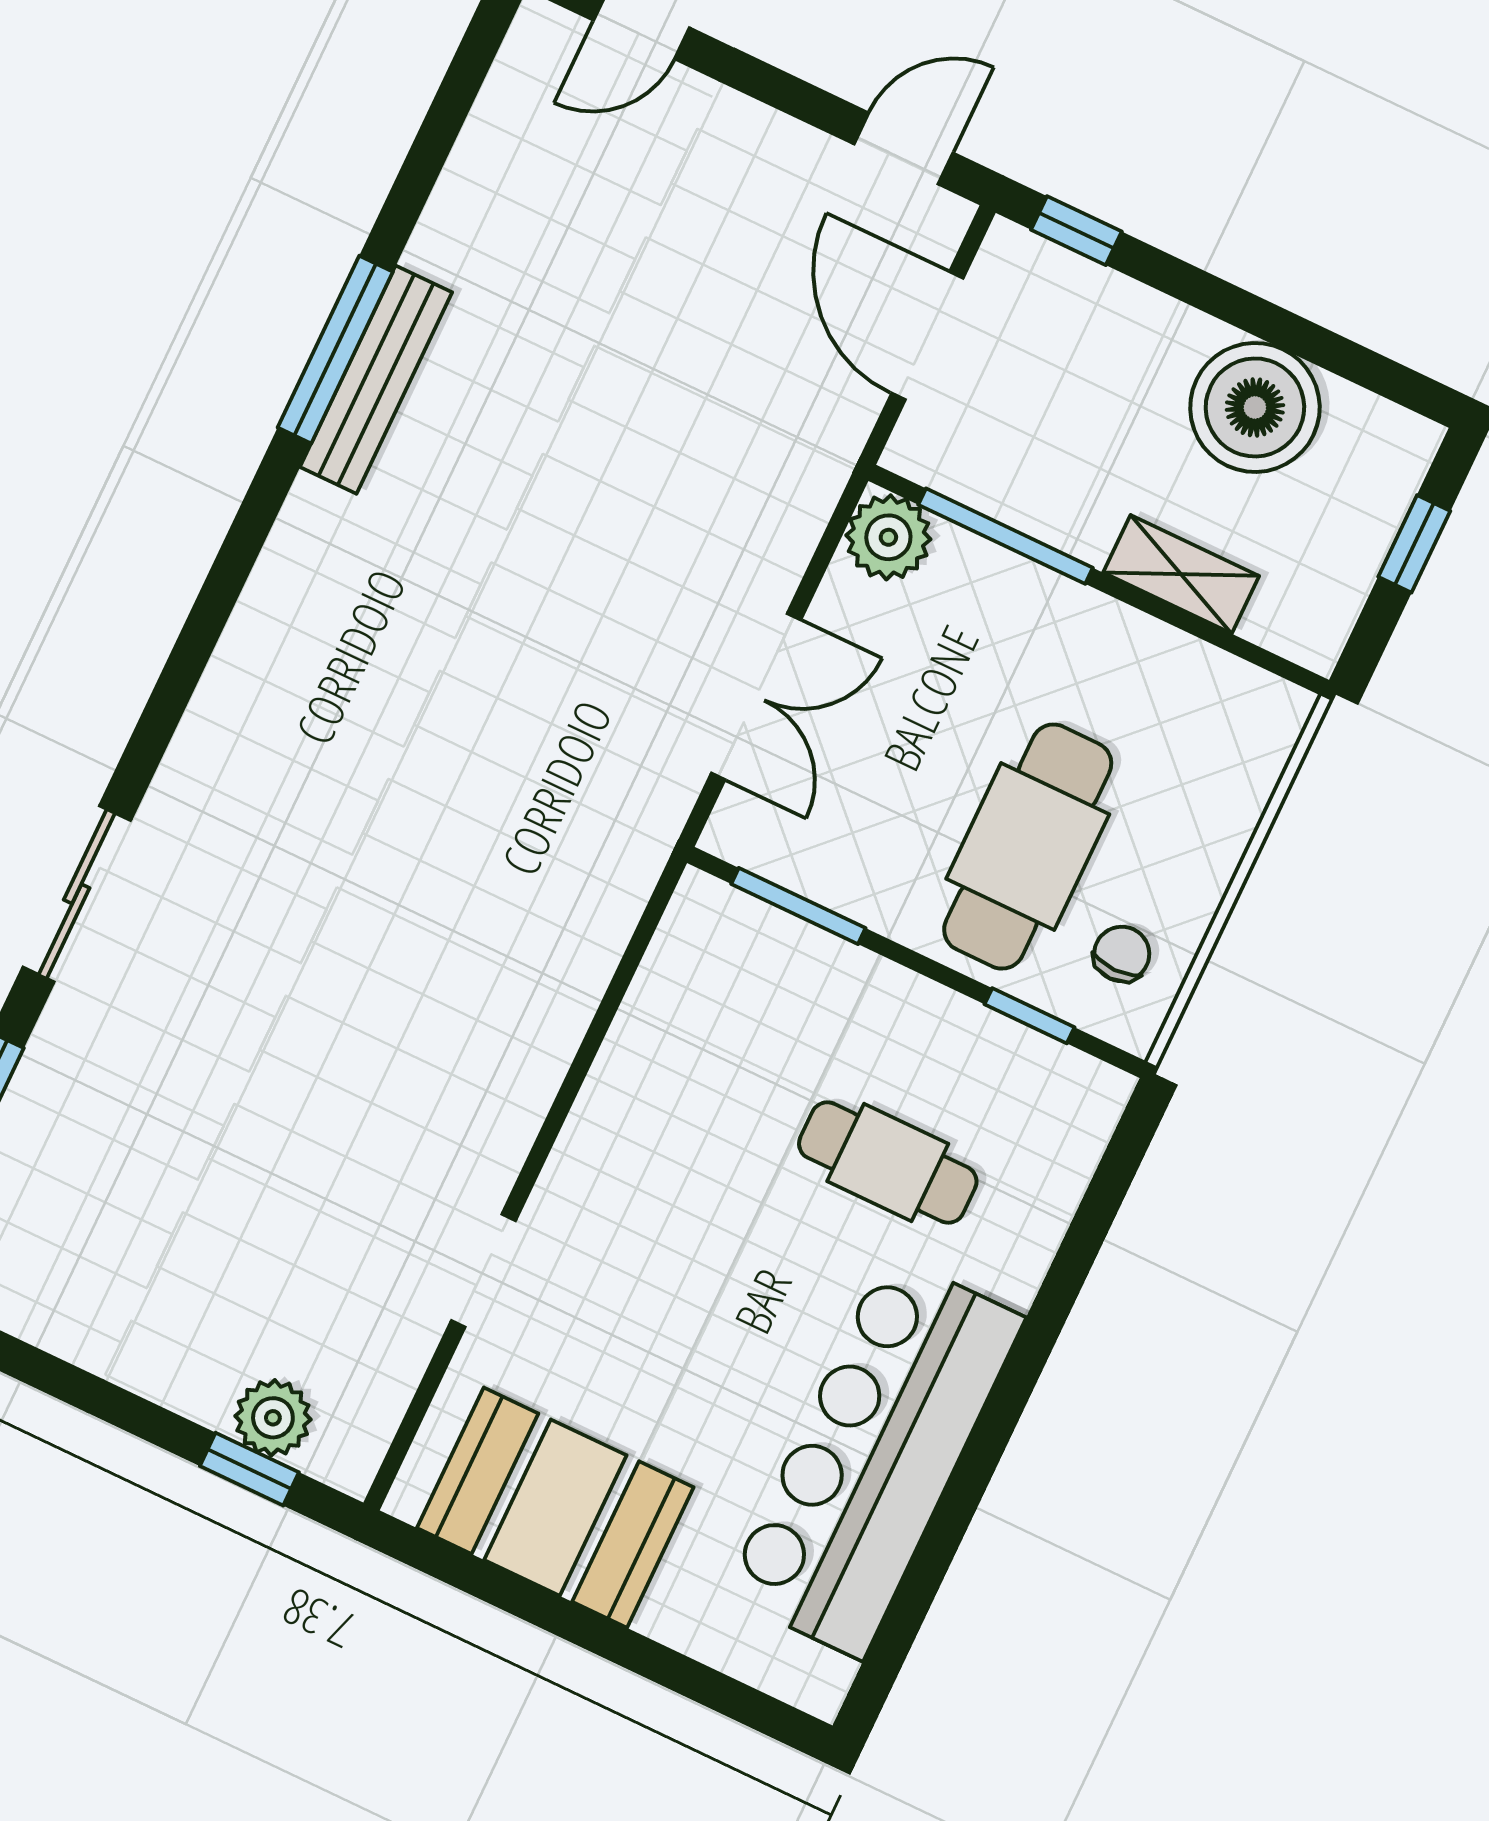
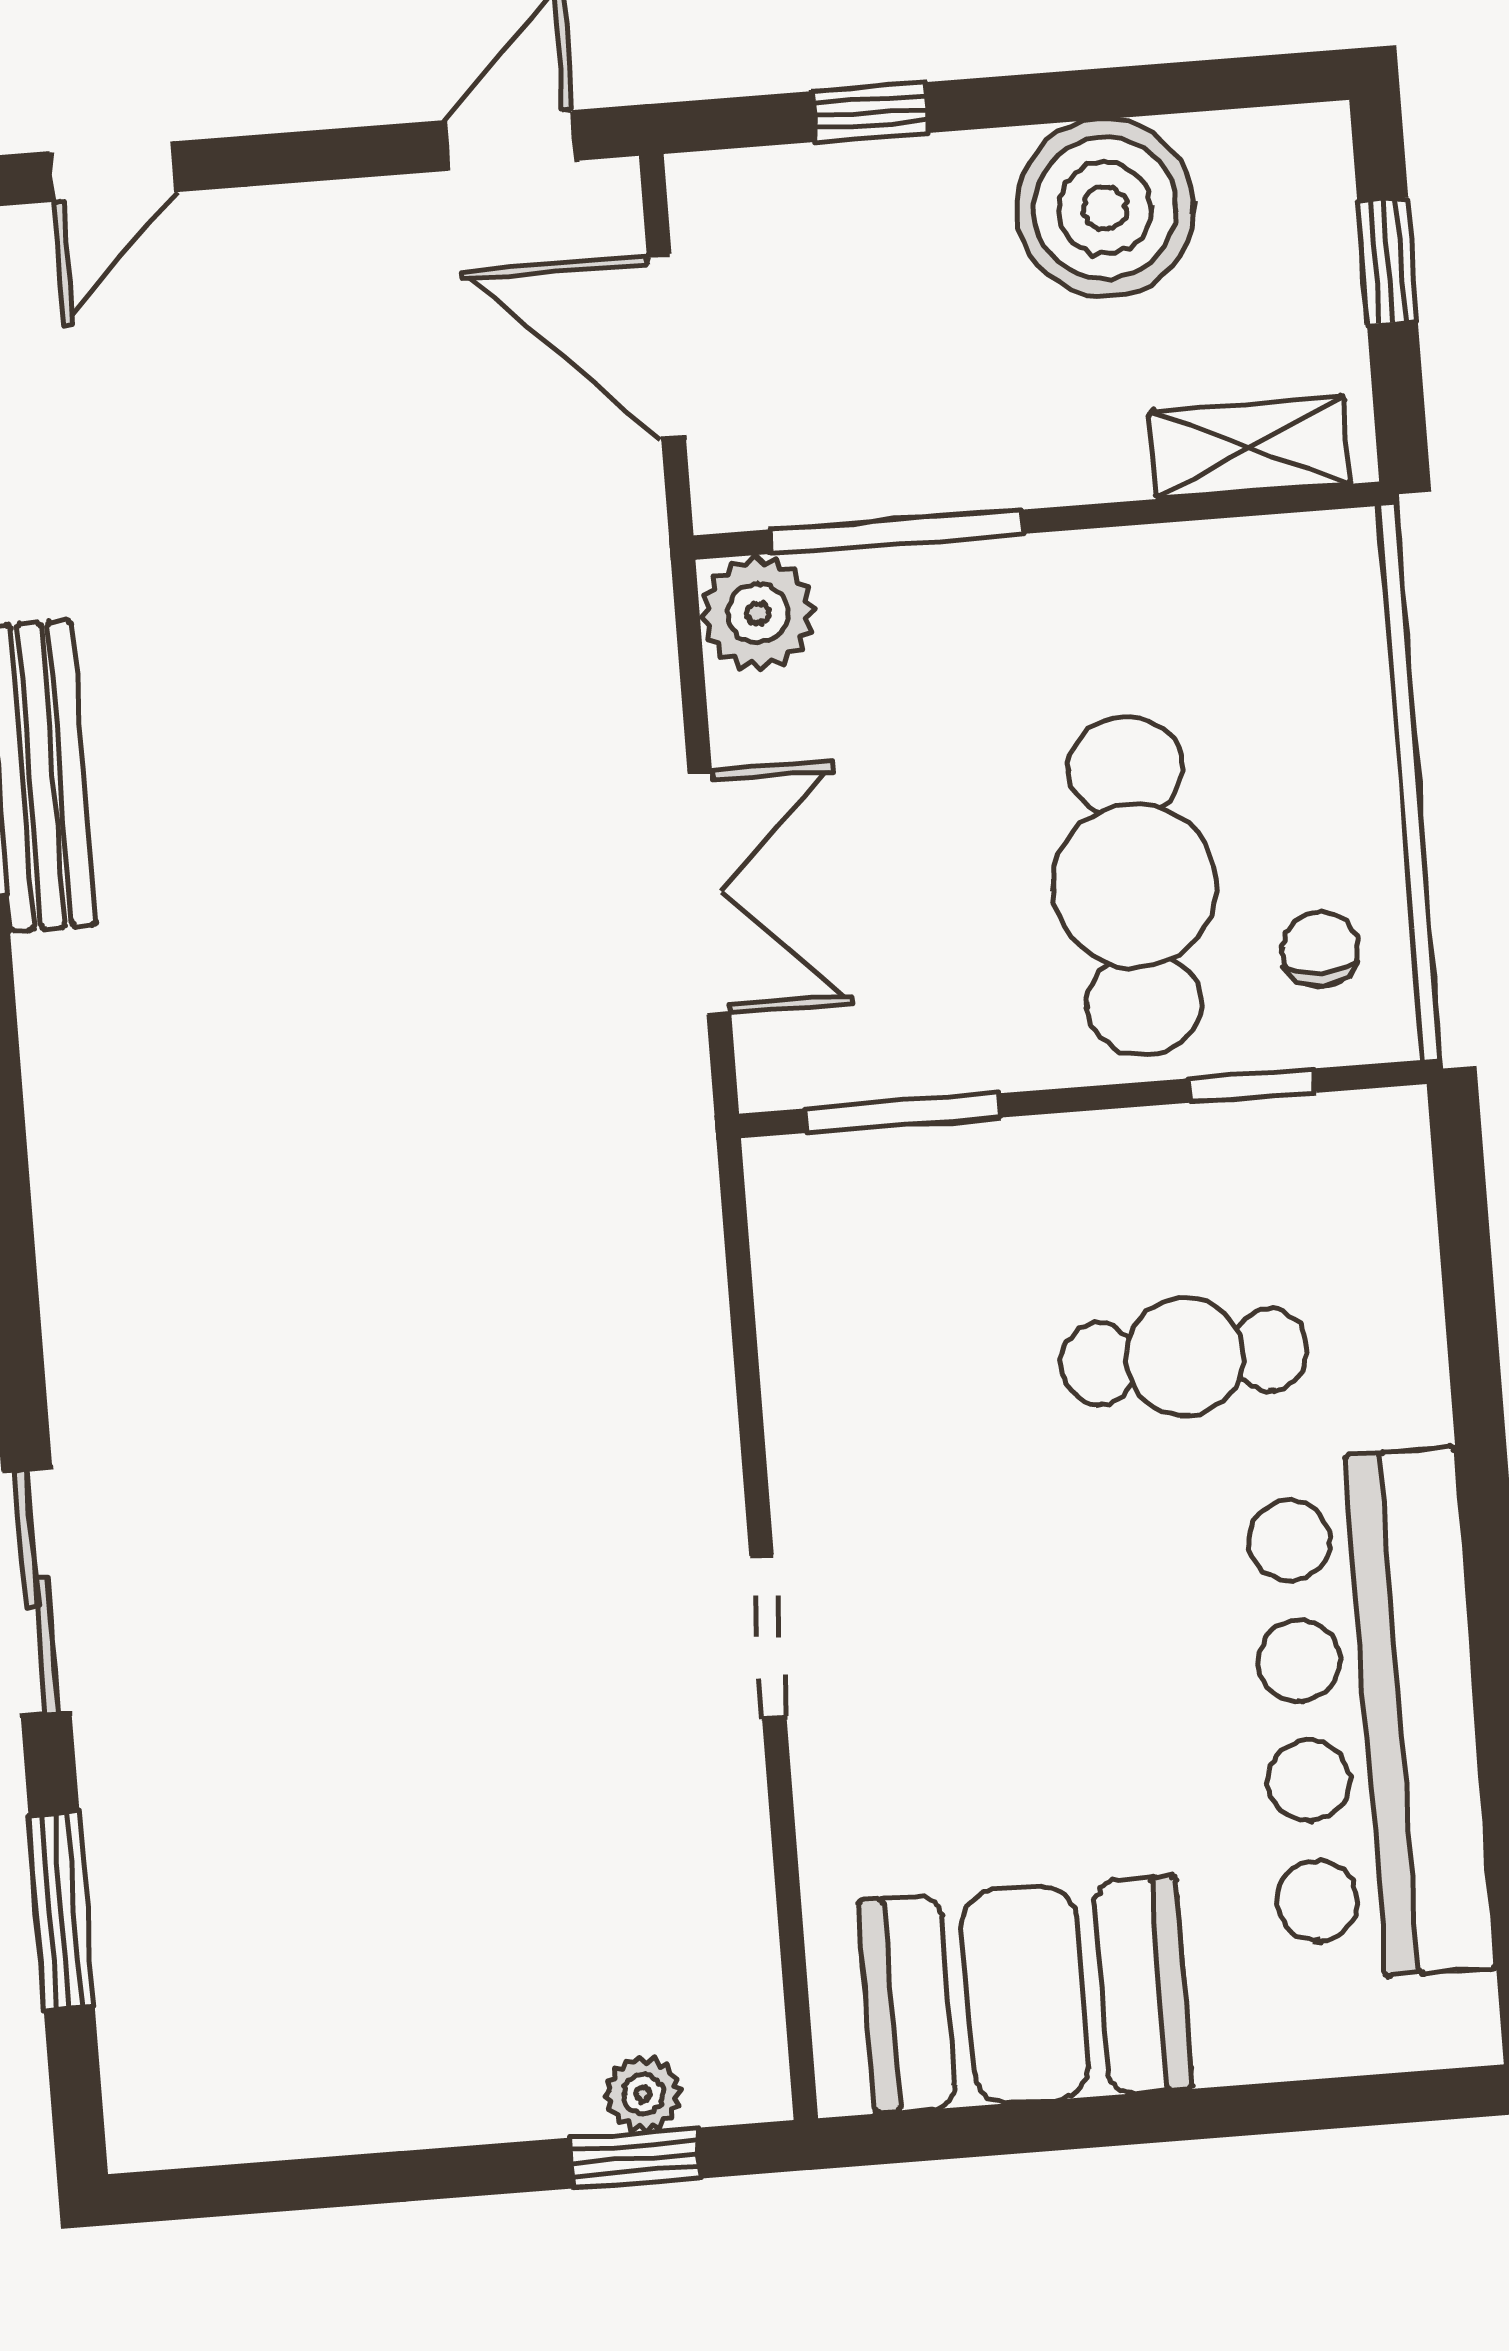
window: (1076, 231) -> (871, 112), moved
shelving: (1181, 574) -> (1250, 448), moved
doorway: (484, 1270) -> (768, 1636), moved
plant: (273, 1418) -> (643, 2094), width x0.73, depth x0.73

